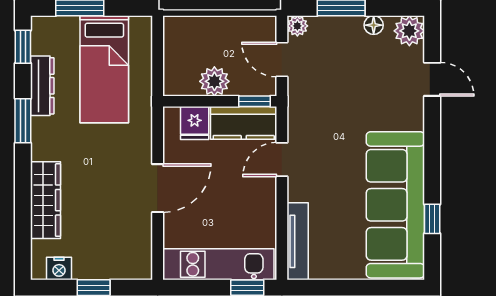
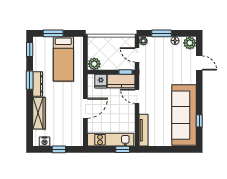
plant: (214, 81) -> (94, 64), moved
dresser: (42, 86) -> (38, 84), moved
door: (282, 160) -> (137, 96), hinge flipped

